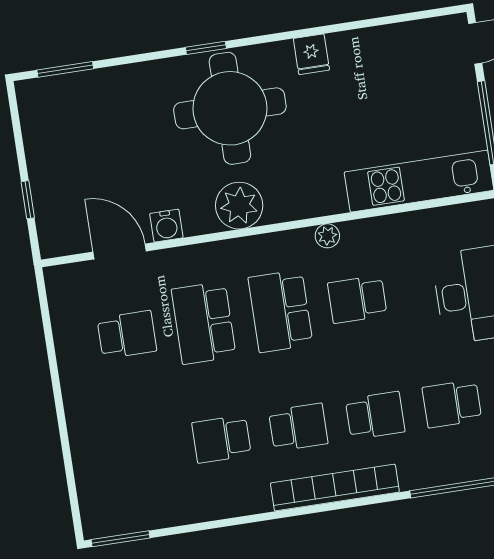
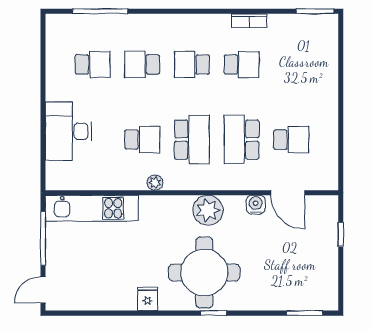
school desk: (204, 323) -> (242, 140), turned 180
school desk: (127, 335) -> (291, 140), turned 180
bookcase: (335, 488) -> (249, 21), moved, width x0.43, depth x0.76

